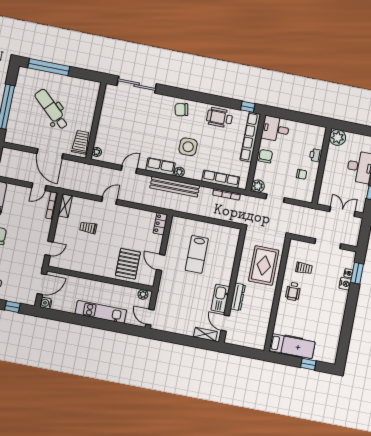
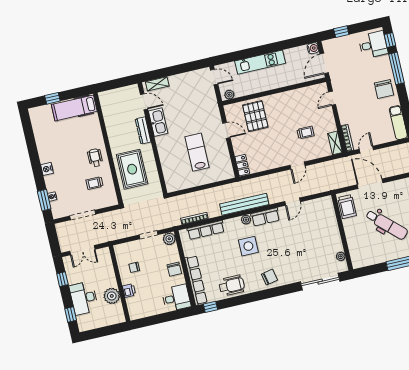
plant: (337, 137) -> (112, 296), moved
plant: (97, 152) -> (341, 256), moved
nightstand: (345, 284) -> (47, 169), moved

